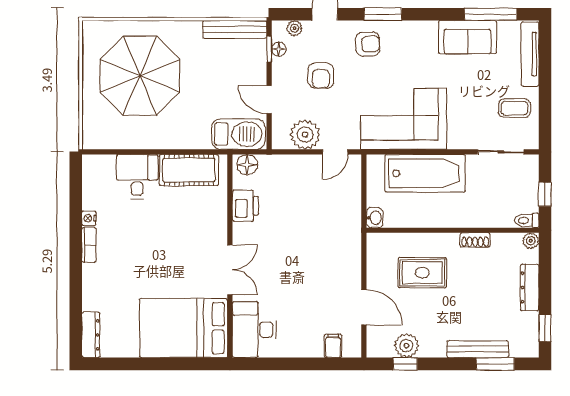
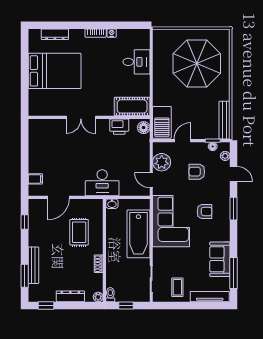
armchair: (368, 44) -> (205, 211), moved, turned -88
cot: (189, 170) -> (132, 106), moved, turned 90
bed: (184, 328) -> (55, 71), moved, turned 90
desk: (254, 330) -> (102, 183), moved, turned 180
dresser: (91, 335) -> (55, 34), moved
plant: (406, 346) -> (36, 223), removed

